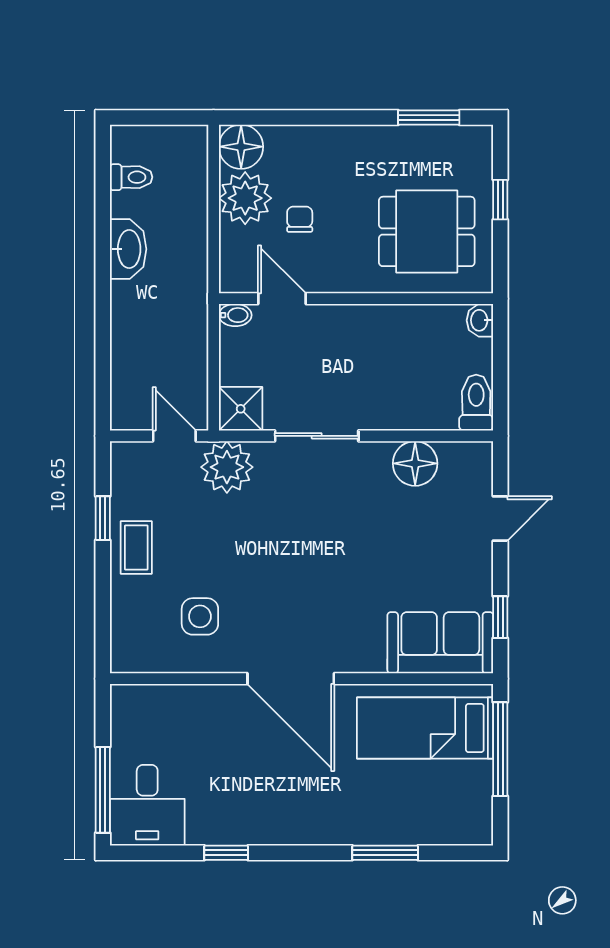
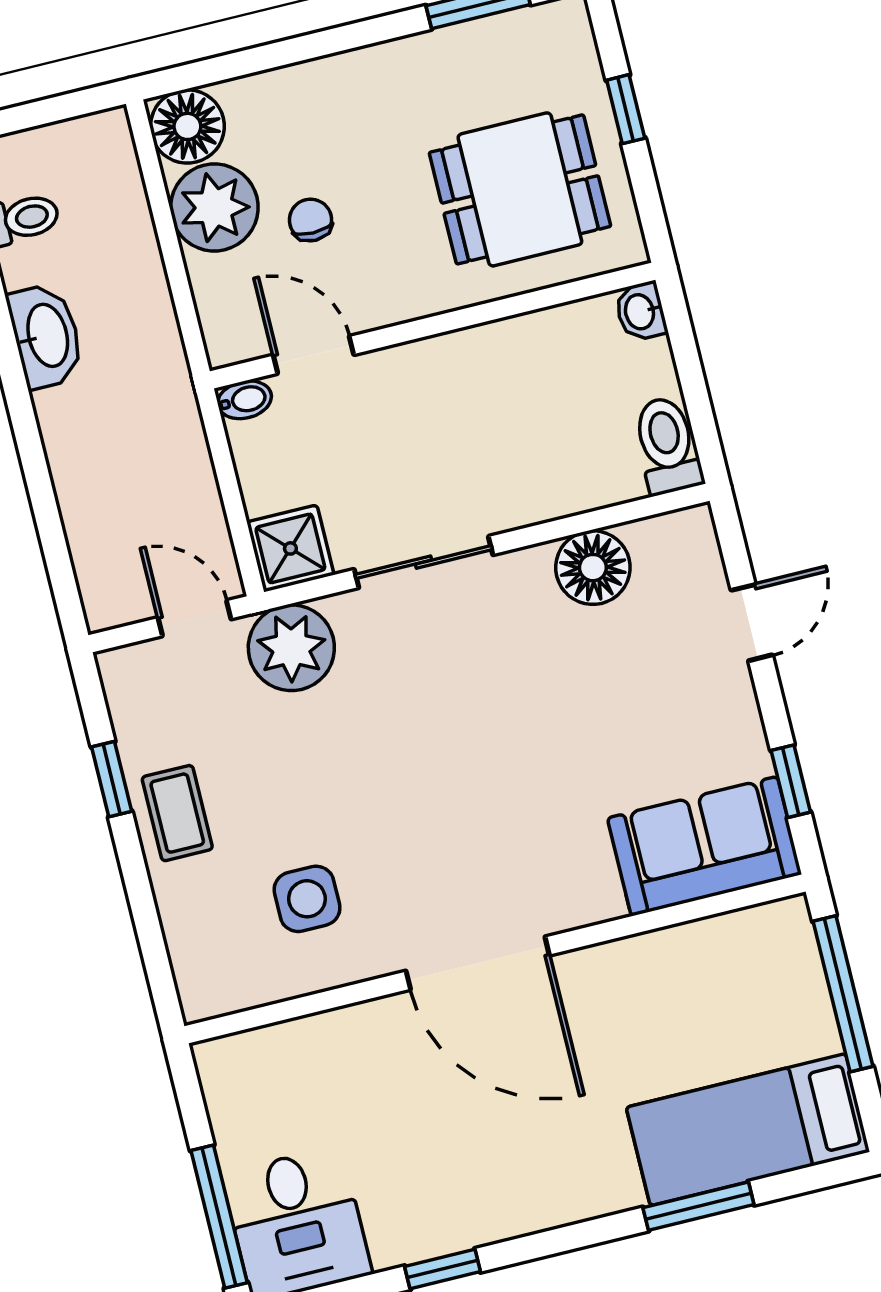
bed: (425, 728) -> (748, 1130), moved

